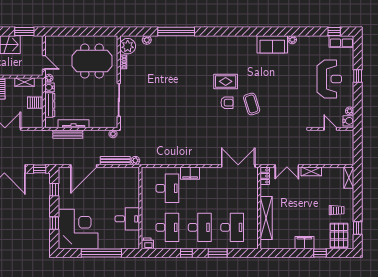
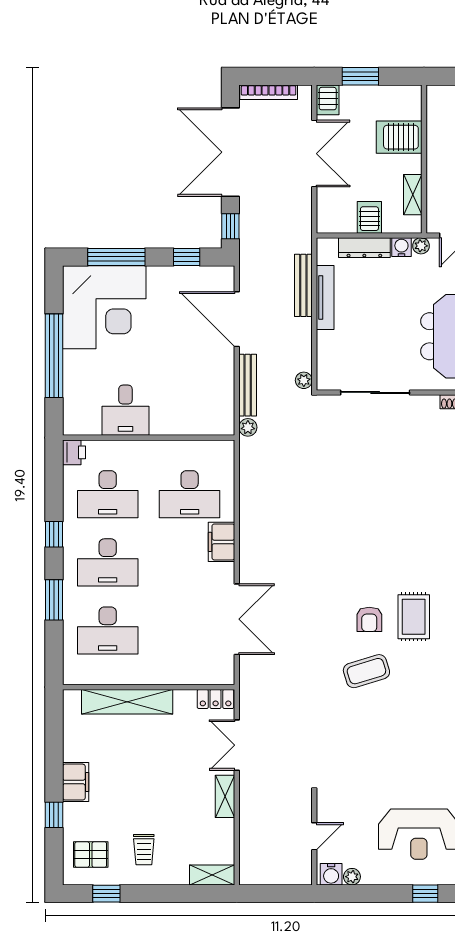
double door: (238, 166) -> (237, 619), moved
window: (54, 223) -> (116, 257), width x2.17
pallet: (339, 235) -> (91, 855), width x0.67, depth x0.71

